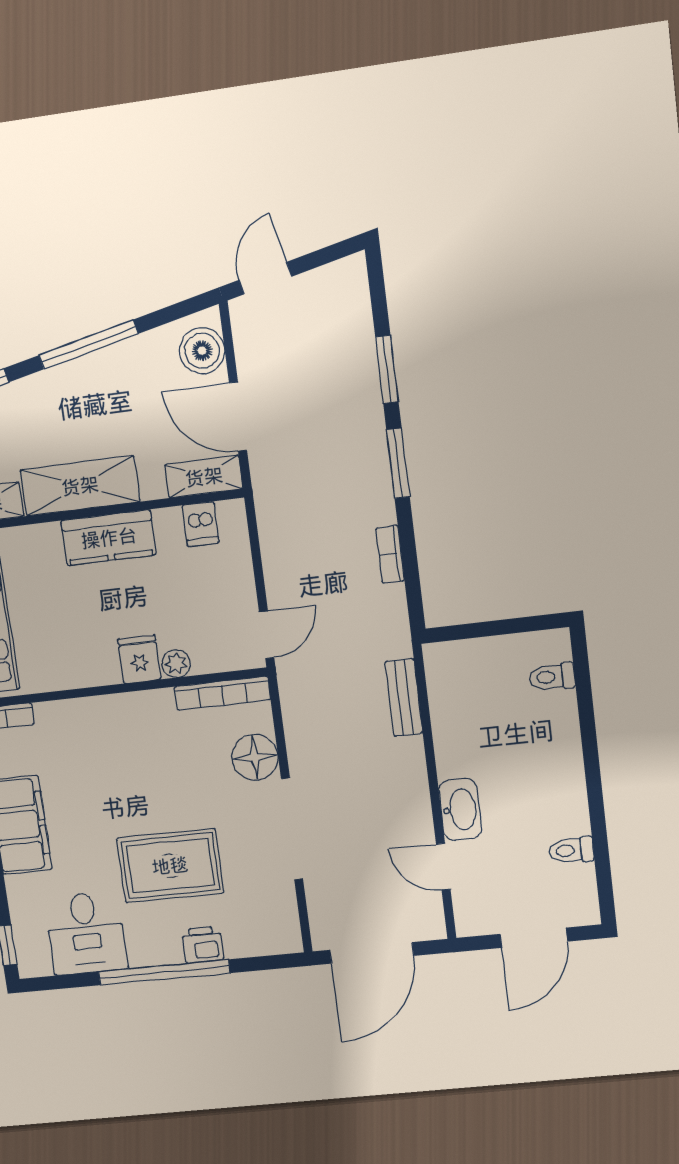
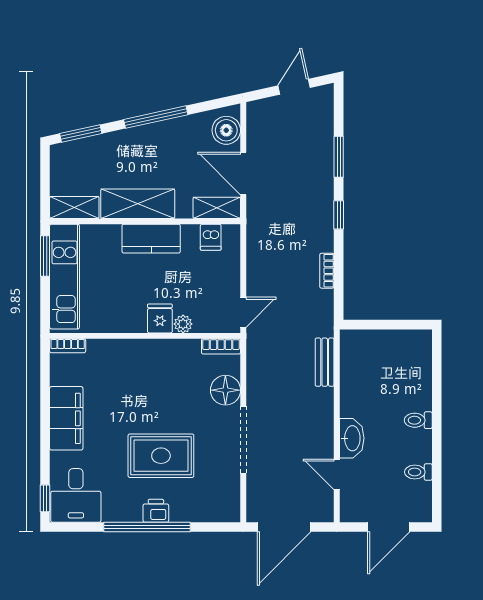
door: (265, 278) -> (294, 87), moved
window: (398, 463) -> (339, 215), width x0.67
toilet: (552, 677) -> (418, 420), moved
bookcase: (222, 693) -> (221, 346), width x0.64
desk: (86, 933) -> (76, 495), moved
printer: (203, 945) -> (156, 511), moved

